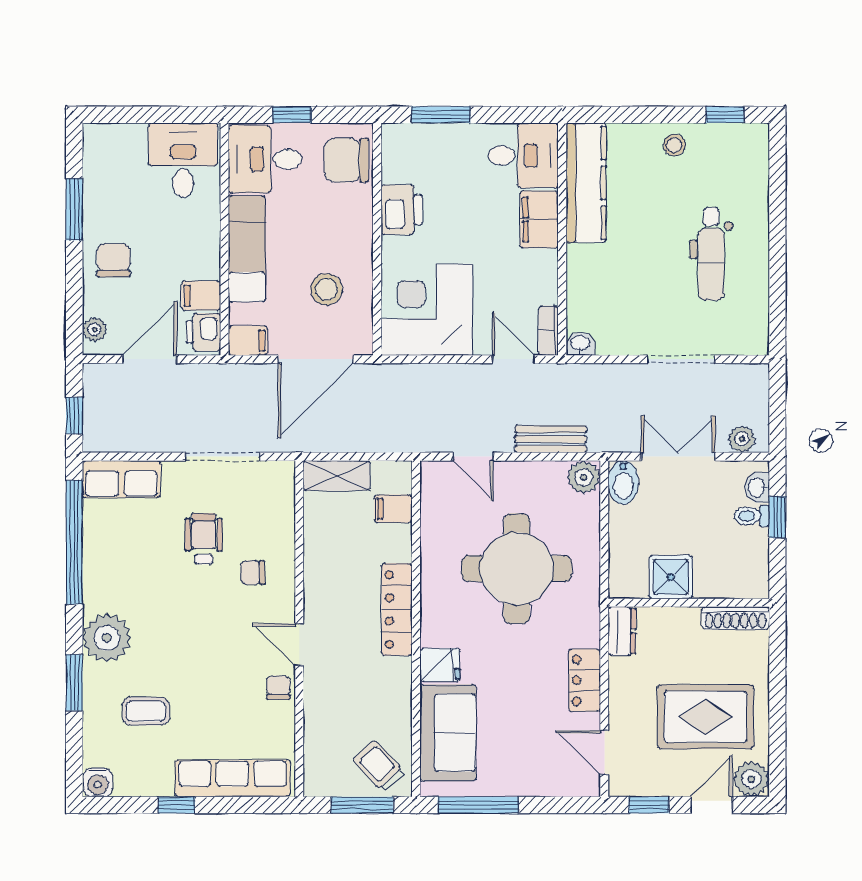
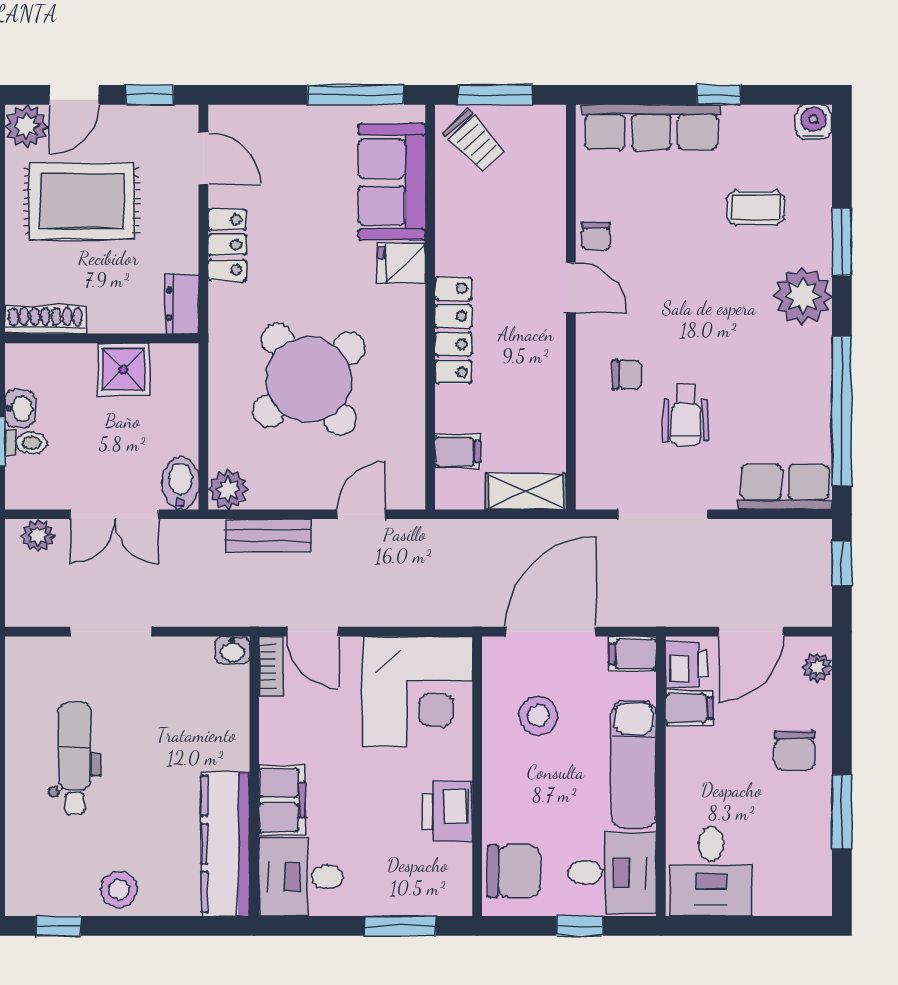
stool: (674, 145) -> (119, 890), width x1.37, depth x1.37
door: (473, 457) -> (361, 514), hinge flipped
washbasin: (757, 487) -> (20, 408), moved
round table: (517, 569) -> (309, 379), turned -38

